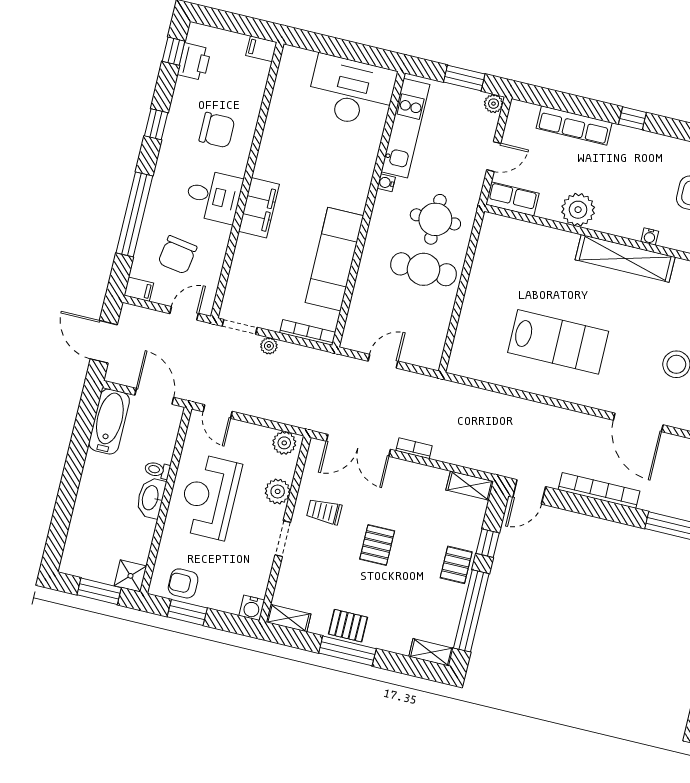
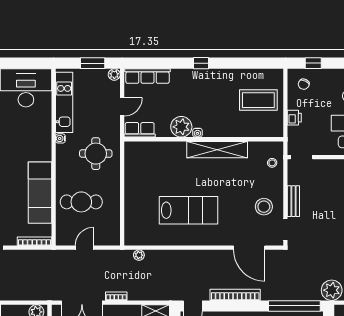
row of seats: (574, 125) -> (148, 76), moved
water cooler: (650, 236) -> (197, 133), moved
cafe table: (424, 269) -> (81, 202), moved
plant: (269, 346) -> (139, 255), moved

